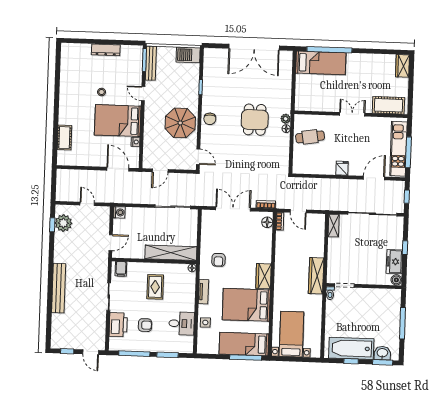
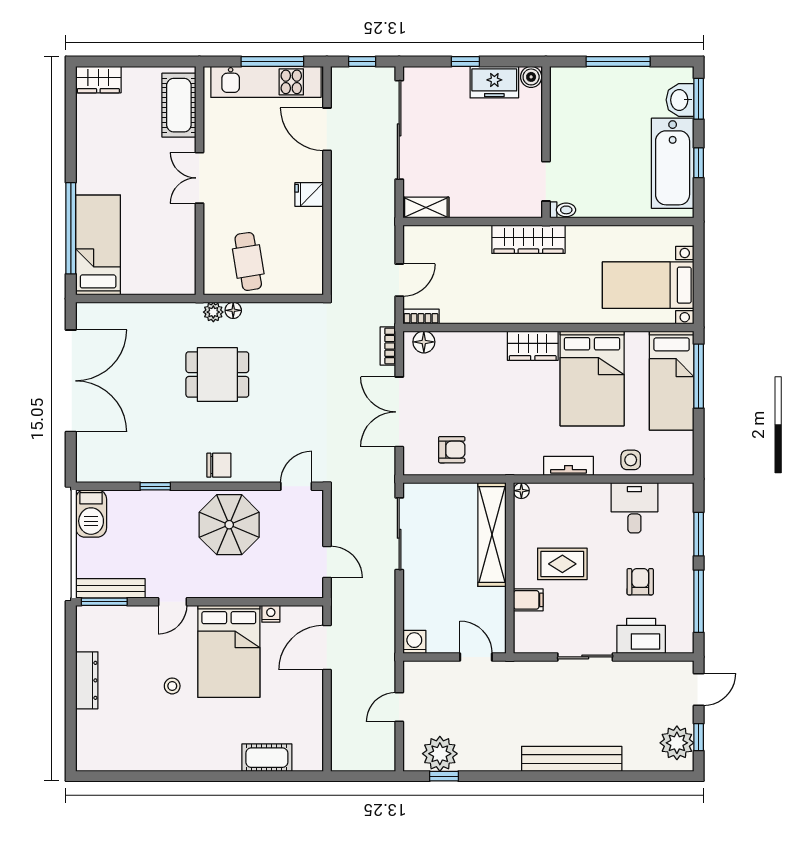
armchair: (218, 260) -> (452, 450), moved
filing cabinet: (121, 269) -> (528, 600), moved
plant: (65, 340) -> (677, 743), added

